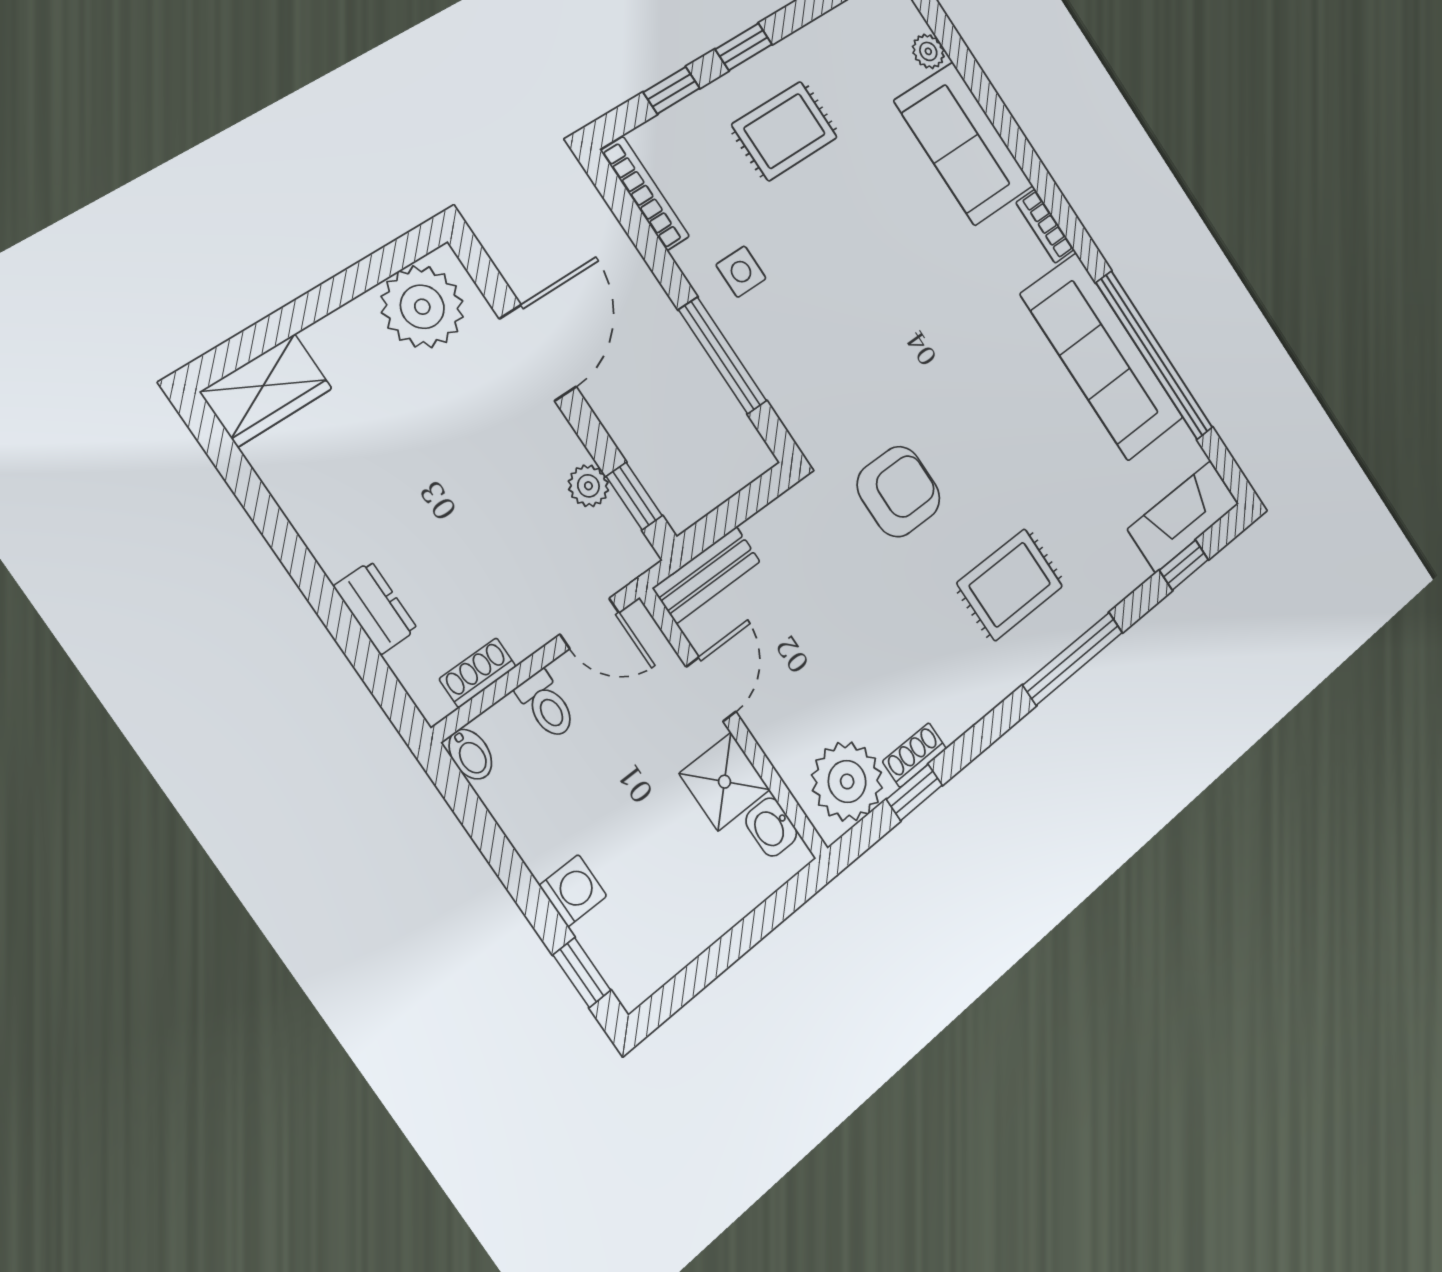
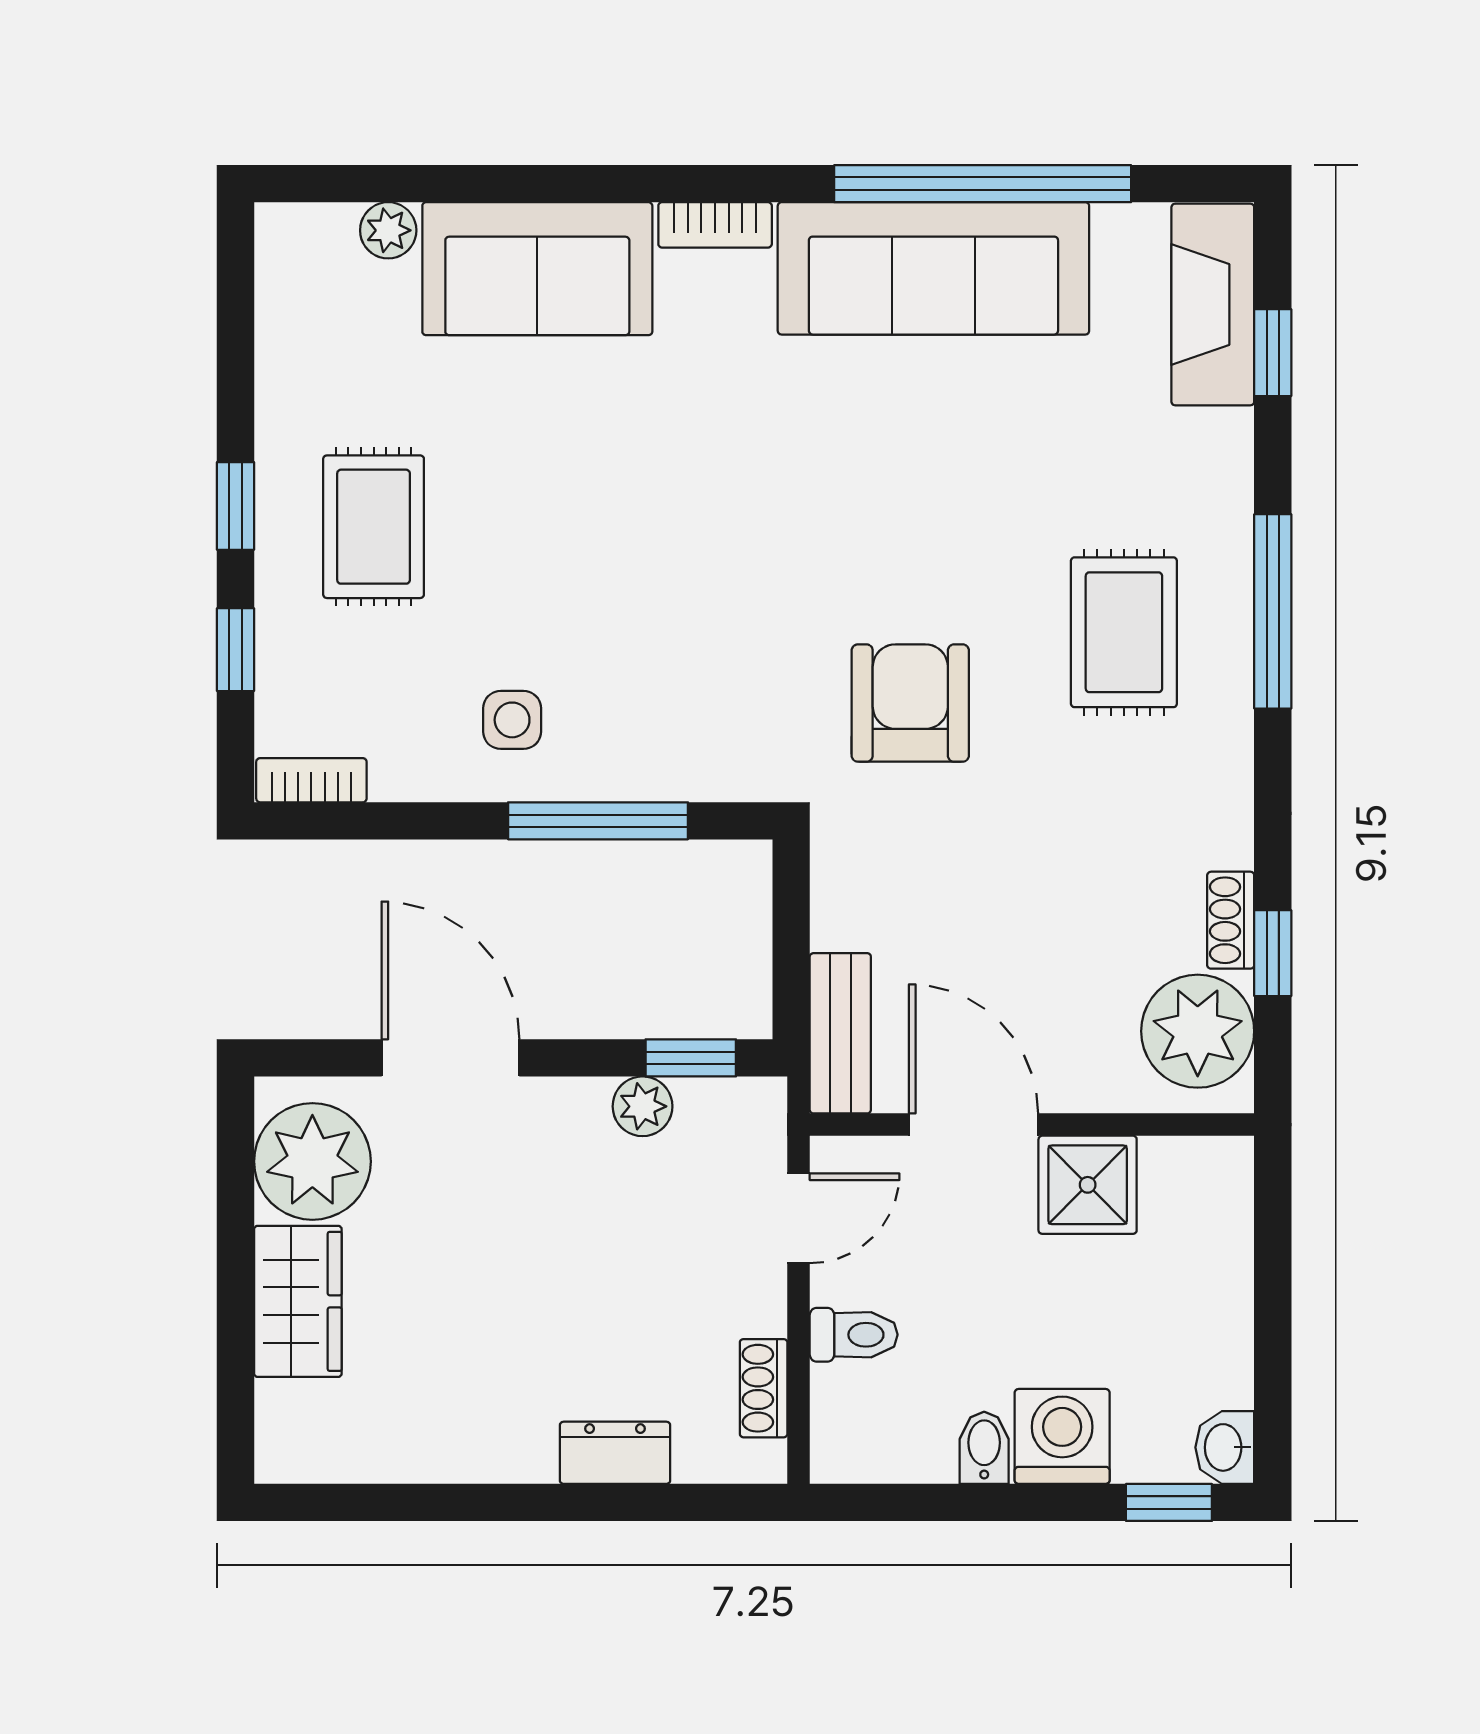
bookcase: (645, 194) -> (311, 780), width x0.64
wardrobe: (266, 390) -> (298, 1301), moved
door: (711, 689) -> (973, 1125), width x1.38
bidet: (470, 754) -> (984, 1448), moved, turned -90
washbasin: (771, 827) -> (1225, 1447), moved, turned 90
washing machine: (573, 891) -> (1062, 1436), width x1.38, depth x1.38

